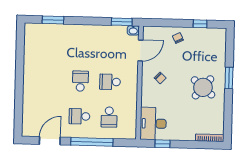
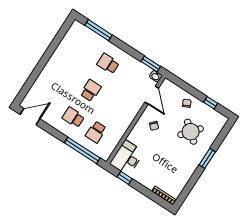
window: (53, 20) -> (98, 30), width x1.44
door: (140, 50) -> (152, 95), hinge flipped
school desk: (110, 82) -> (108, 64), moved
round table: (203, 87) -> (191, 132), moved
door: (50, 141) -> (30, 117), moved
window: (92, 142) -> (82, 150), moved

